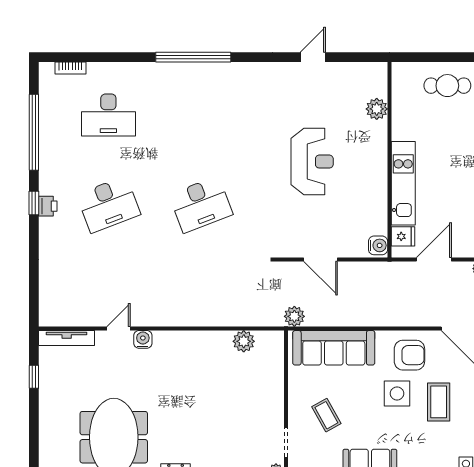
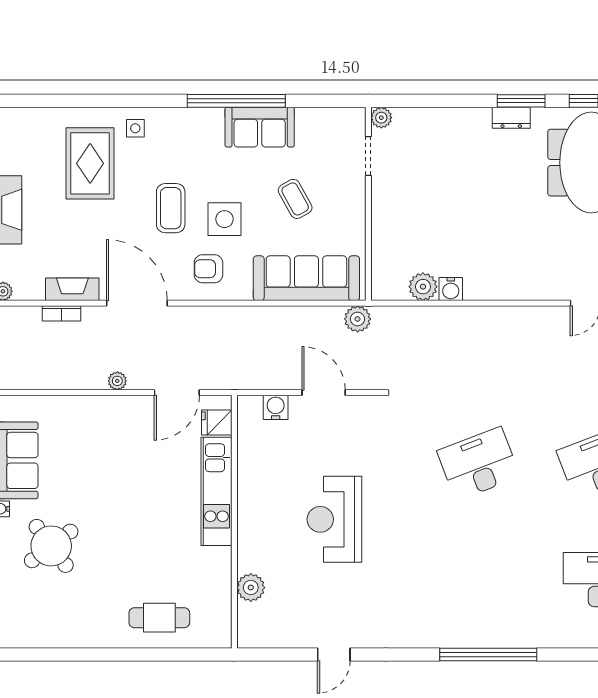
water cooler: (378, 245) -> (276, 407), moved, turned 90
water cooler: (143, 339) -> (451, 289), moved
armchair: (409, 355) -> (208, 269), width x0.72, depth x0.72
coffee table: (326, 415) -> (295, 199), moved

